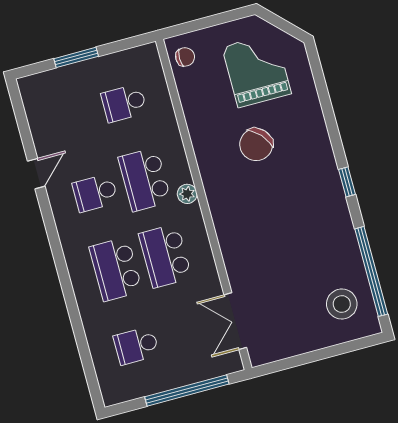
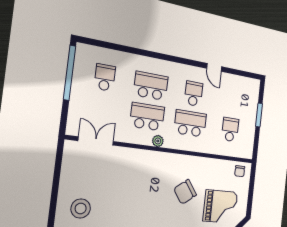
chair: (256, 144) -> (185, 192), turned -84
plant: (187, 194) -> (158, 141), moved
window: (187, 390) -> (69, 73), moved

